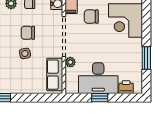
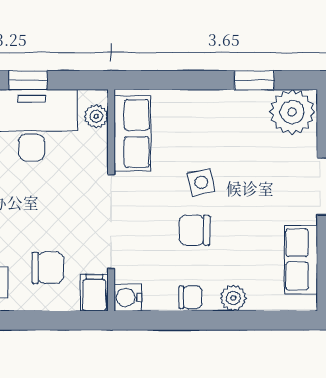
chair: (28, 33) -> (194, 230), turned 180
plant: (70, 62) -> (96, 116), moved

